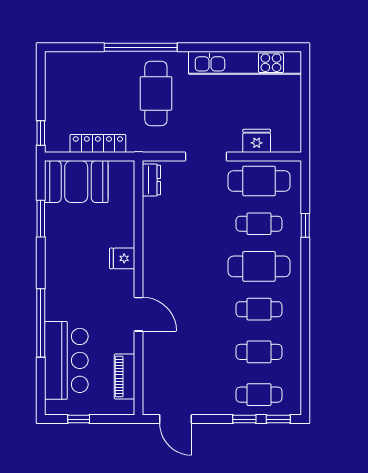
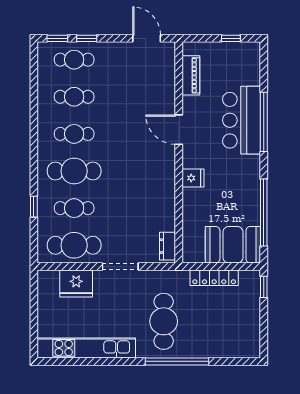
fridge: (257, 141) -> (76, 284), width x1.36, depth x1.34
window: (41, 219) -> (264, 213), width x2.11
bar counter: (66, 360) -> (242, 120), moved

